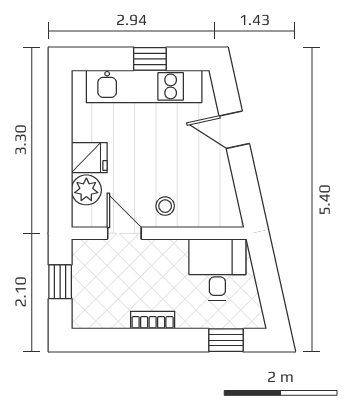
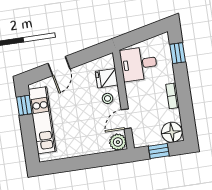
window: (150, 59) -> (24, 105), moved
fridge: (89, 158) -> (107, 78), moved, turned -90
plant: (86, 190) -> (118, 142), moved
floor lamp: (89, 309) -> (172, 132), added

